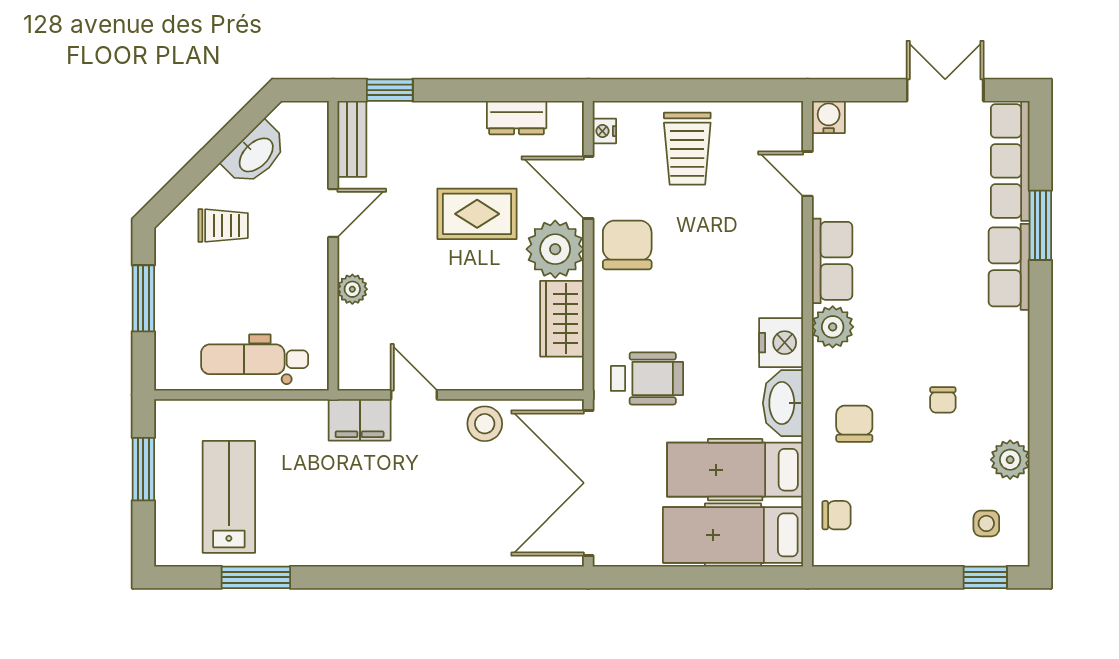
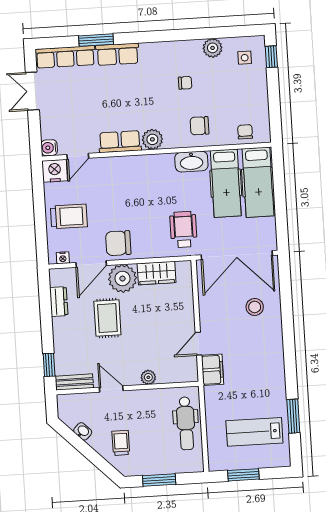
washbasin: (255, 154) -> (83, 431), width x0.52, depth x0.69
nightstand: (781, 343) -> (55, 171), moved
stool: (485, 424) -> (255, 307), moved

